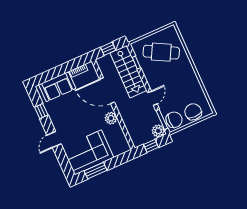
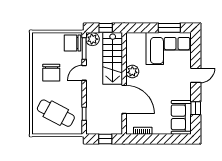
stairs: (128, 72) -> (113, 58), moved, turned 180
sofa: (57, 87) -> (181, 117), moved, turned -90
chair: (193, 112) -> (51, 73), moved

